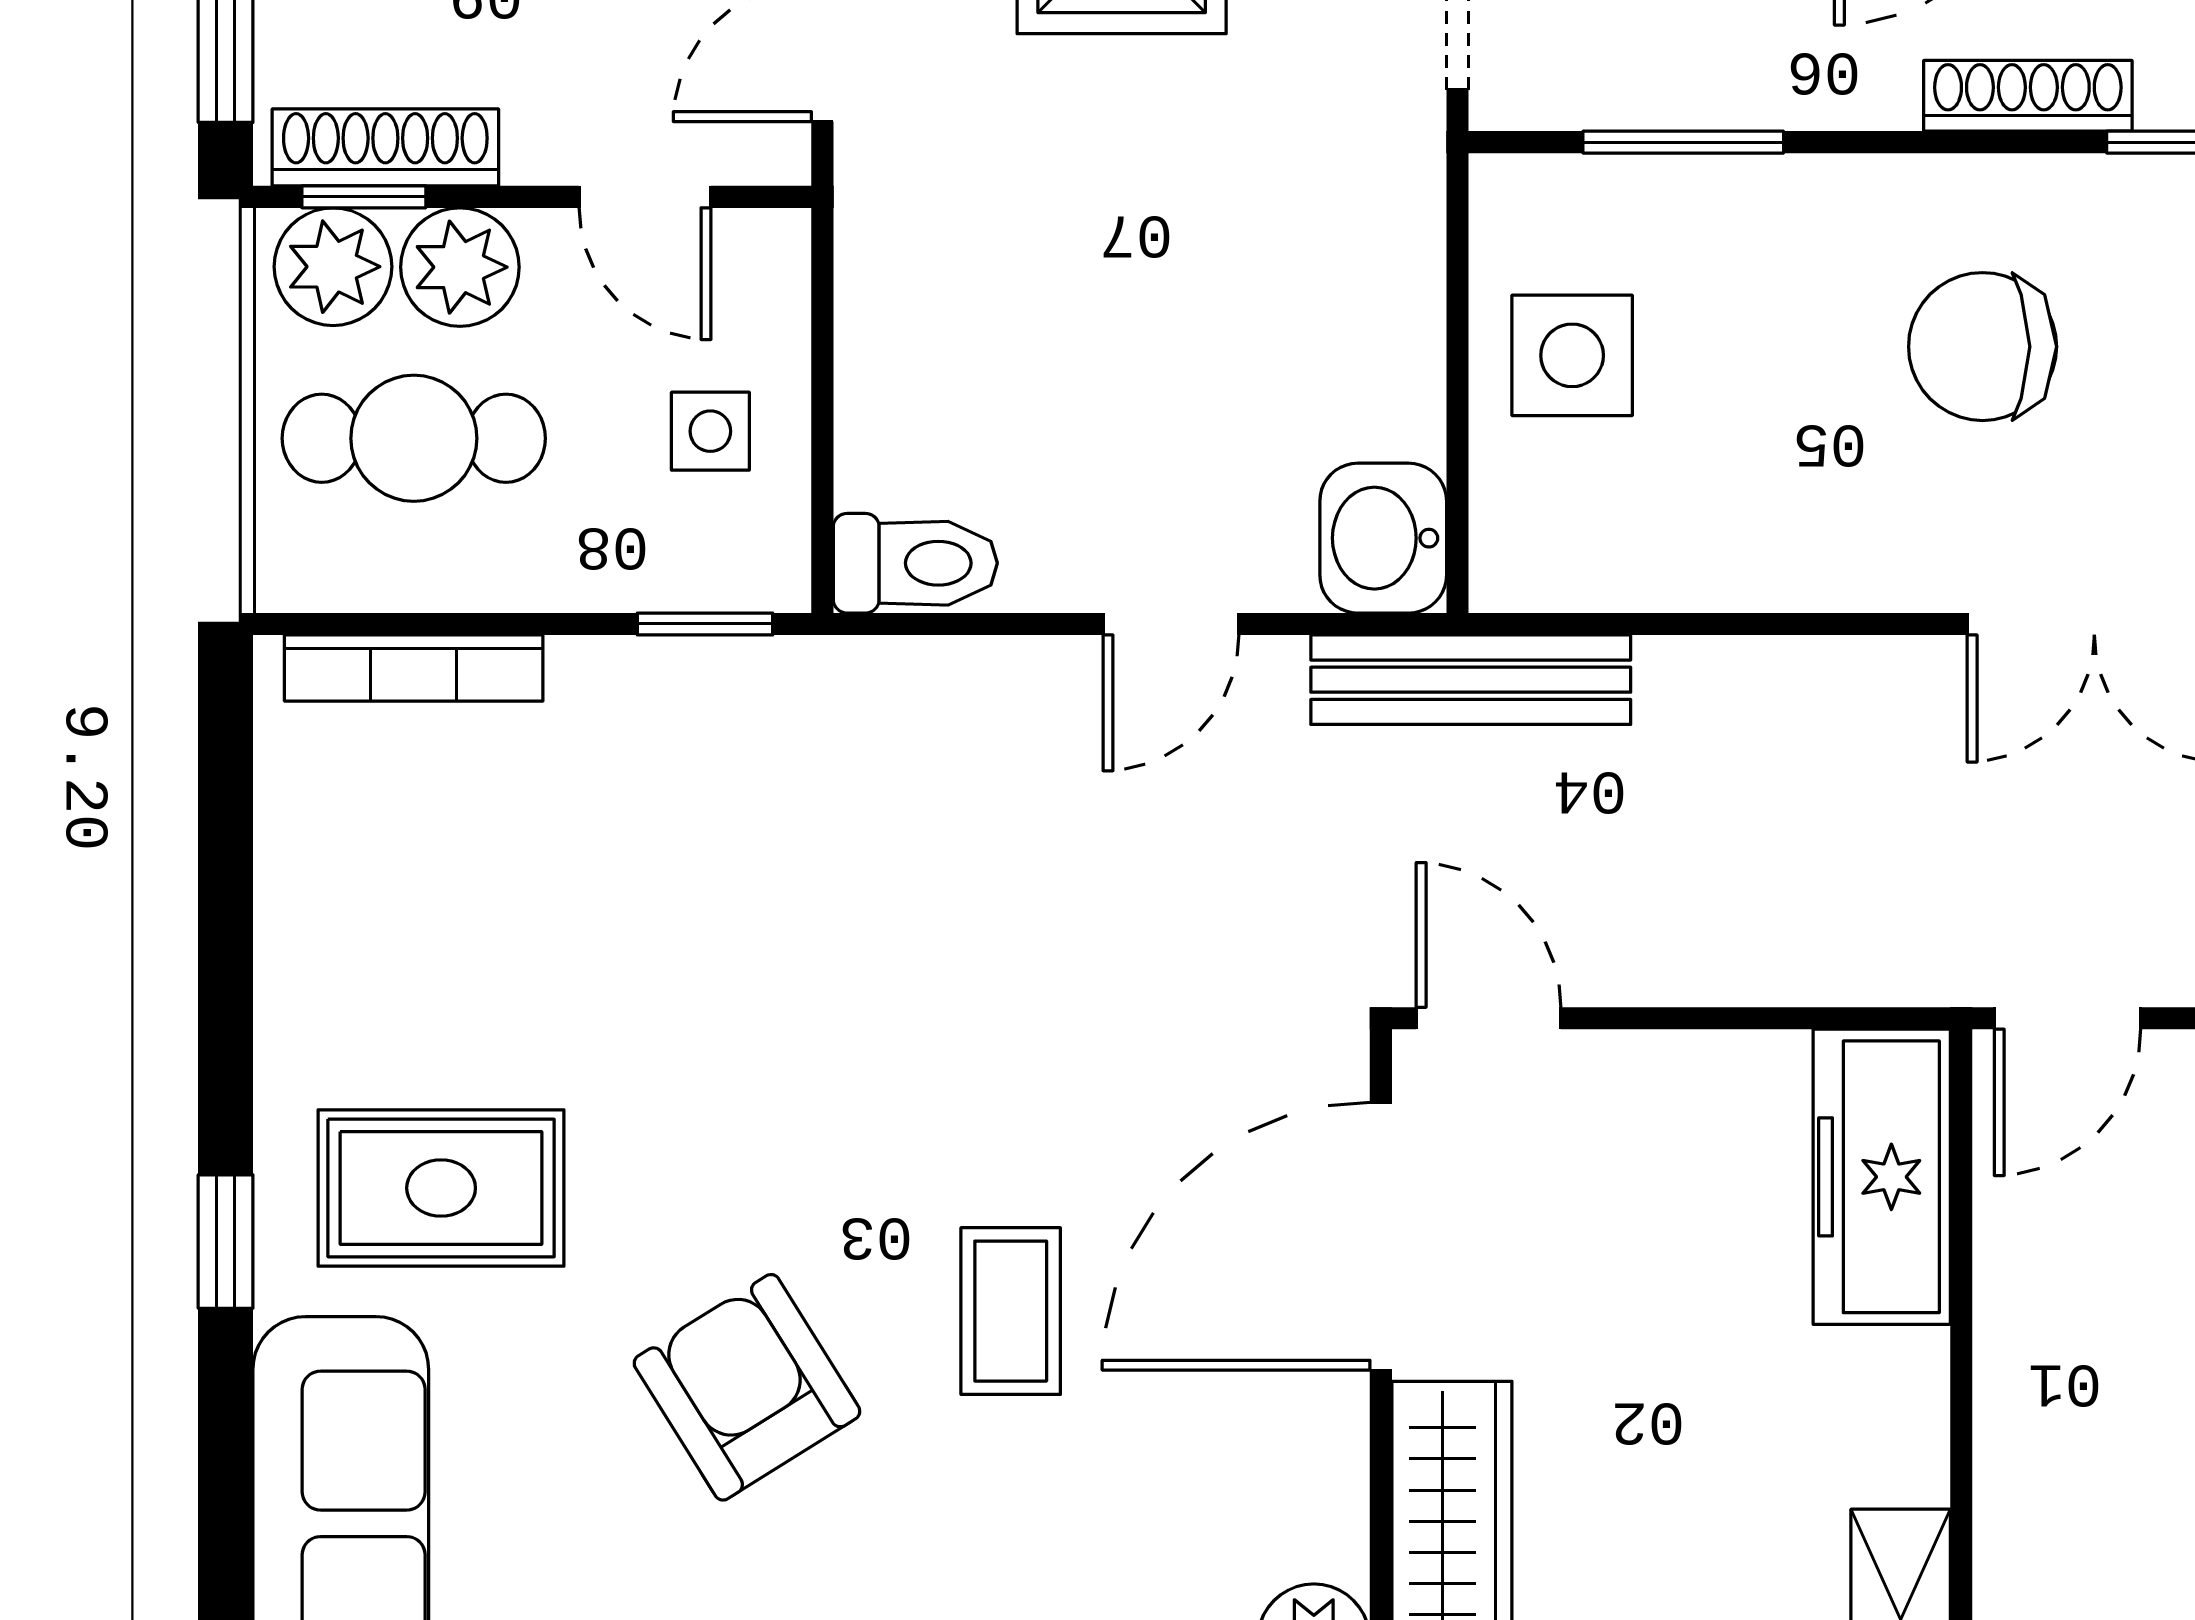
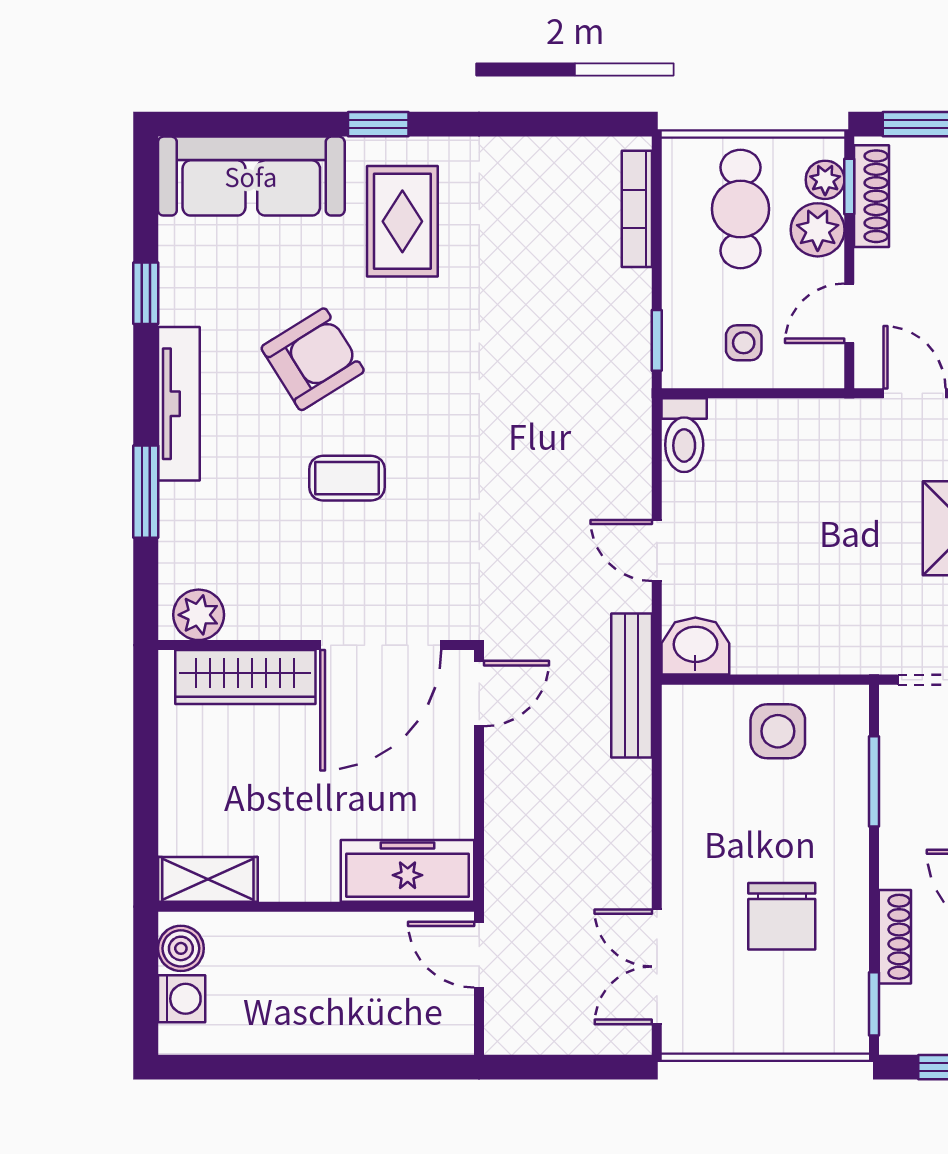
plant: (333, 267) -> (825, 180), width x0.73, depth x0.73
chair: (1983, 347) -> (782, 916), turned 180
door: (1381, 1236) -> (381, 645), swing flipped

